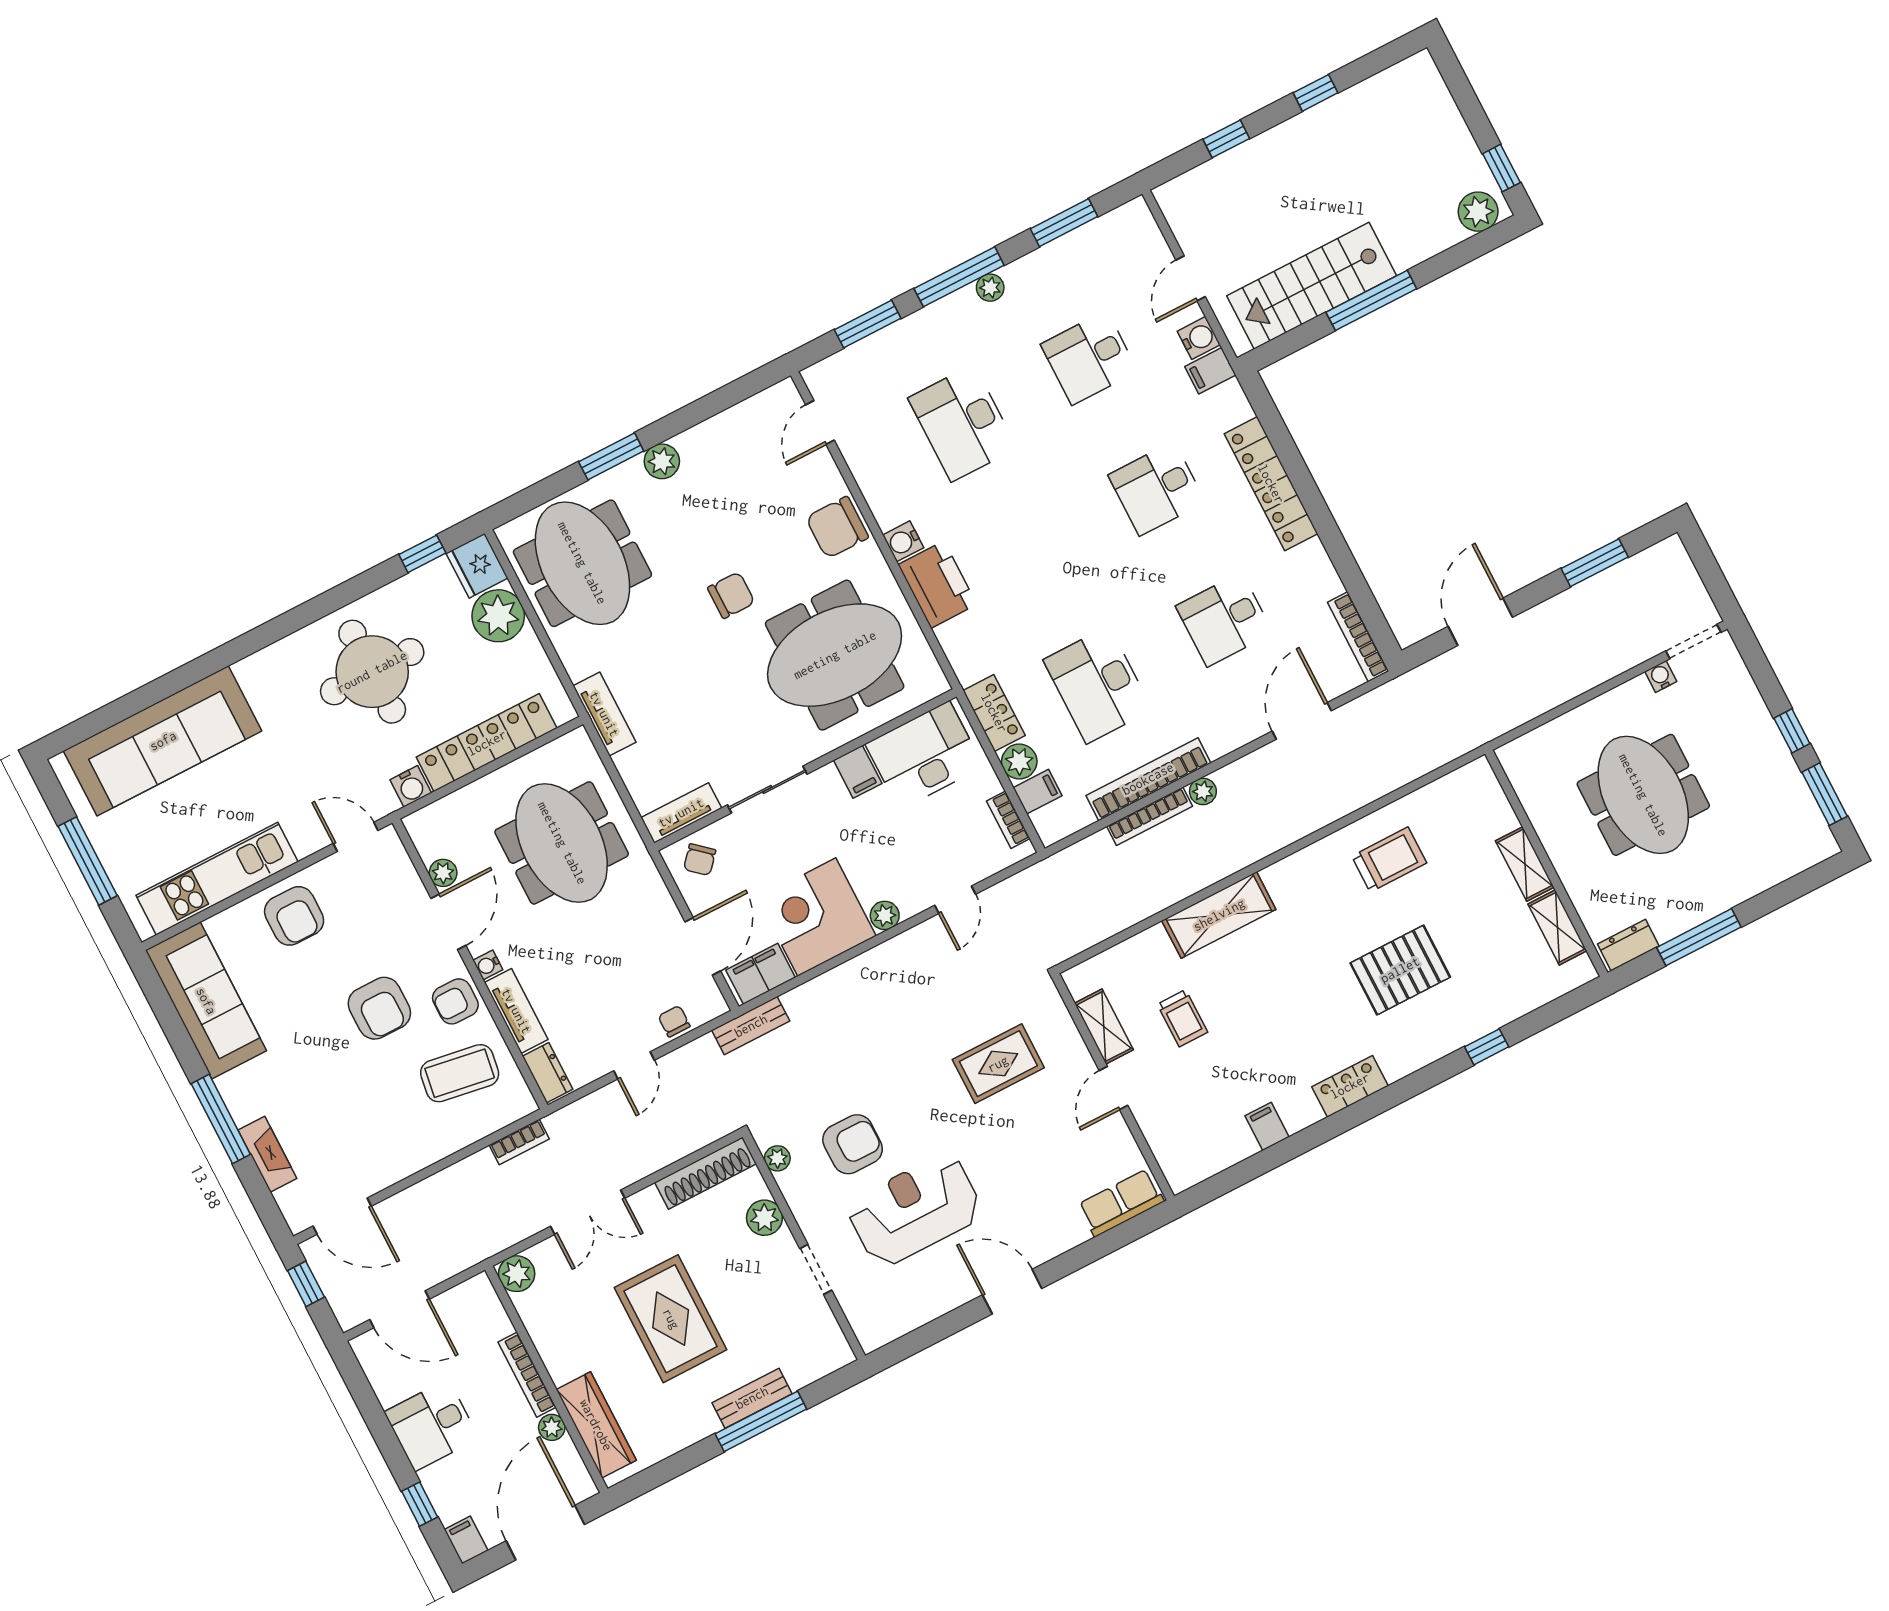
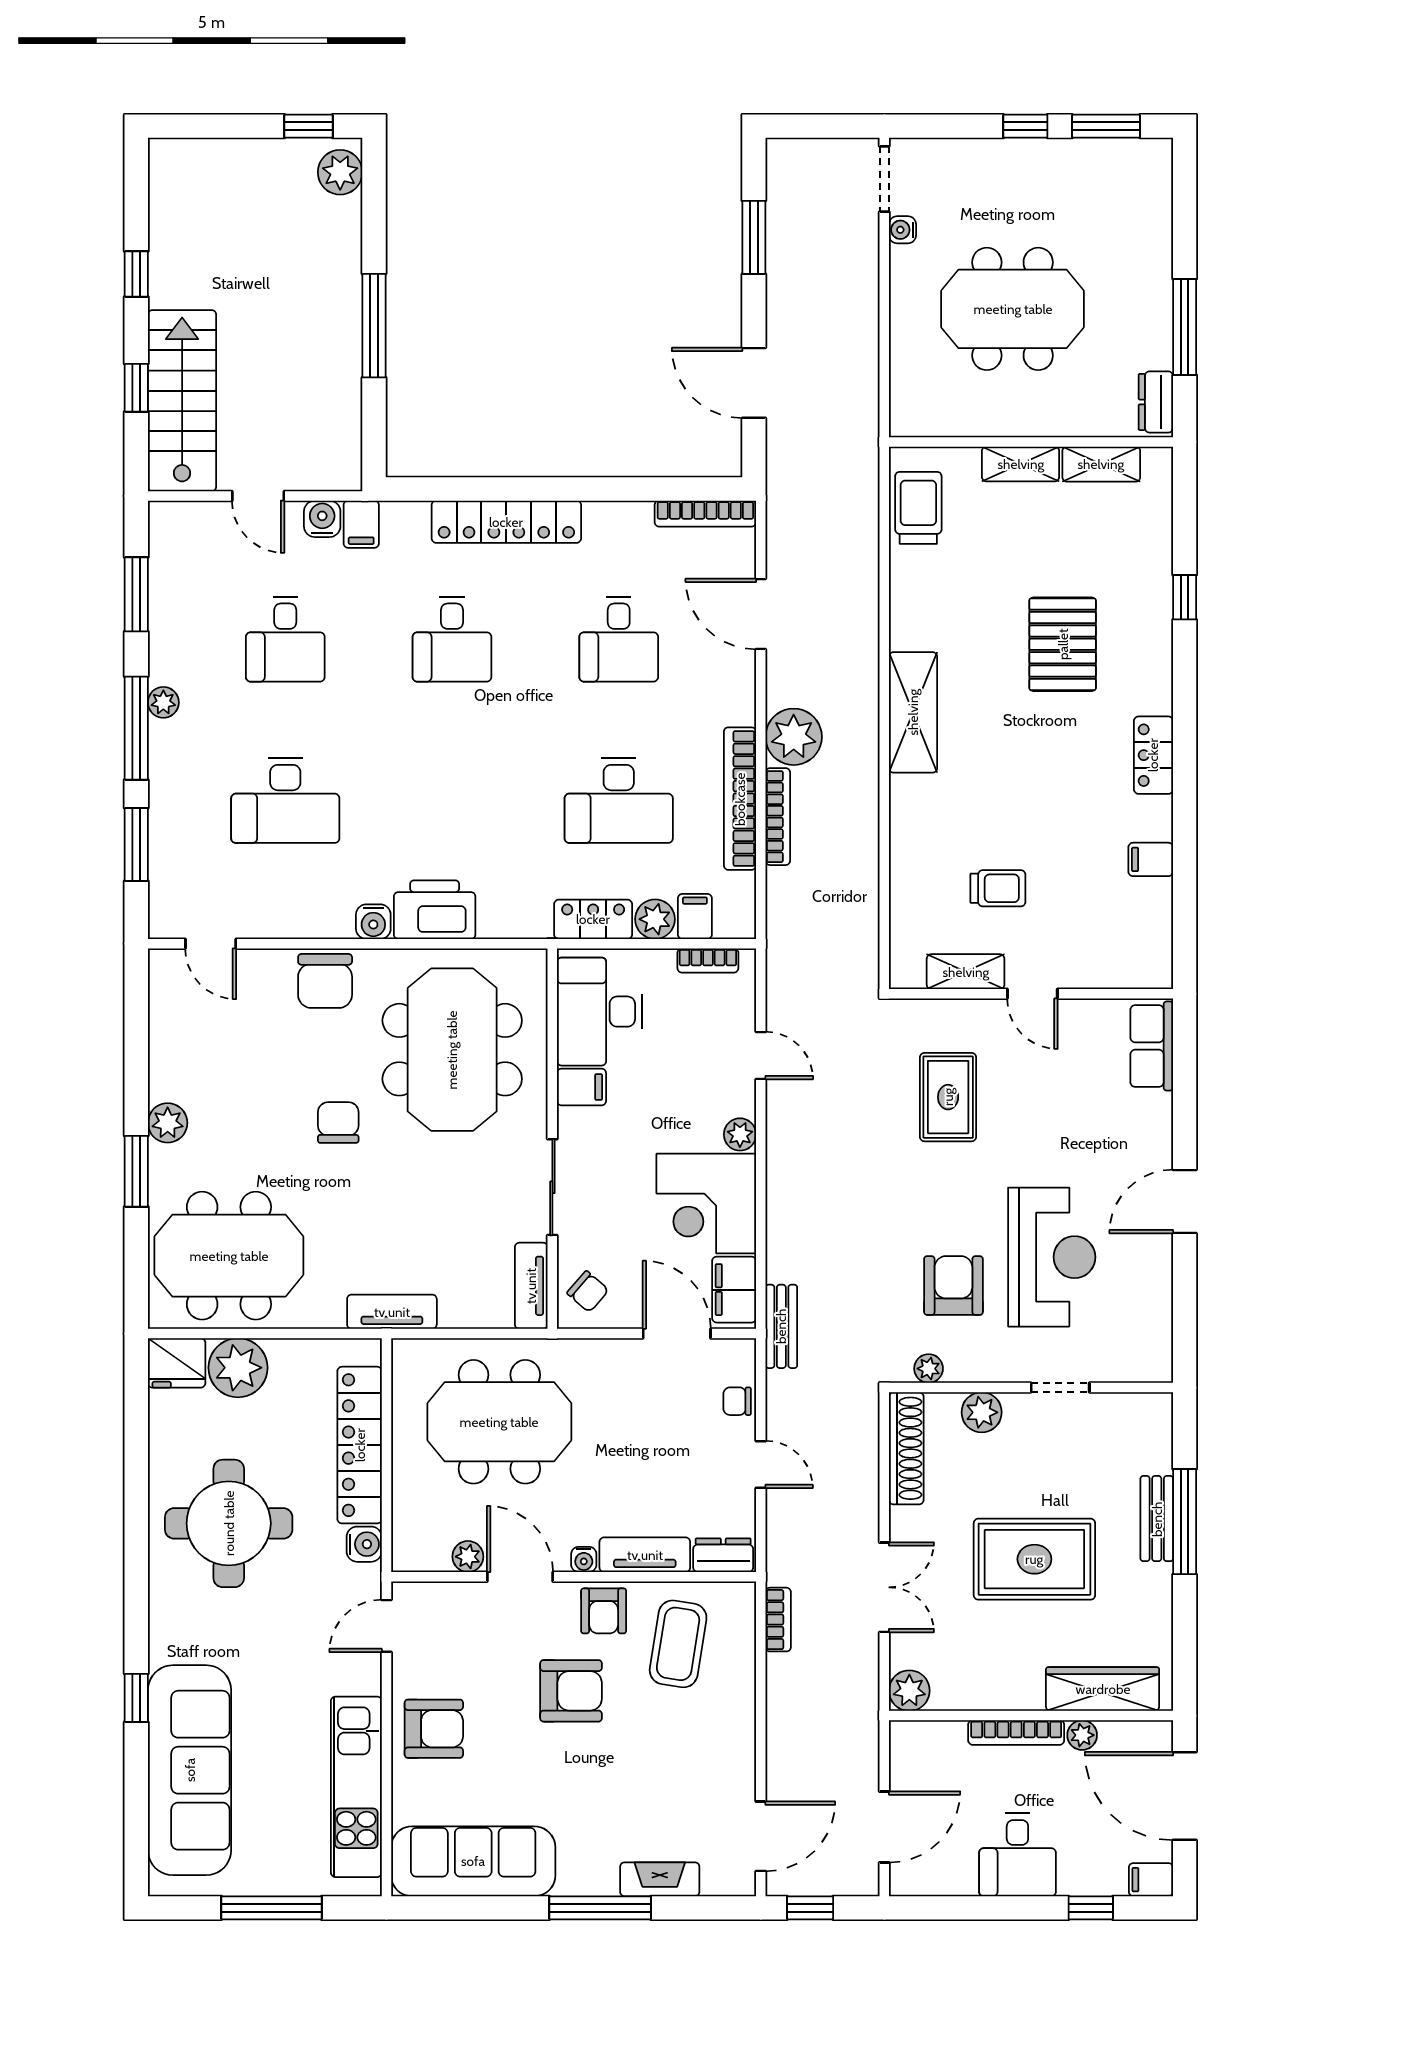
stairs: (1312, 286) -> (182, 401), moved, turned 180
window: (422, 554) -> (136, 1698), moved
plant: (1203, 791) -> (794, 737), width x1.88, depth x1.88
trolley: (1389, 860) -> (918, 508), moved
shelving: (1219, 915) -> (913, 712), moved
reception desk: (915, 1210) -> (1052, 1257), turned 180

